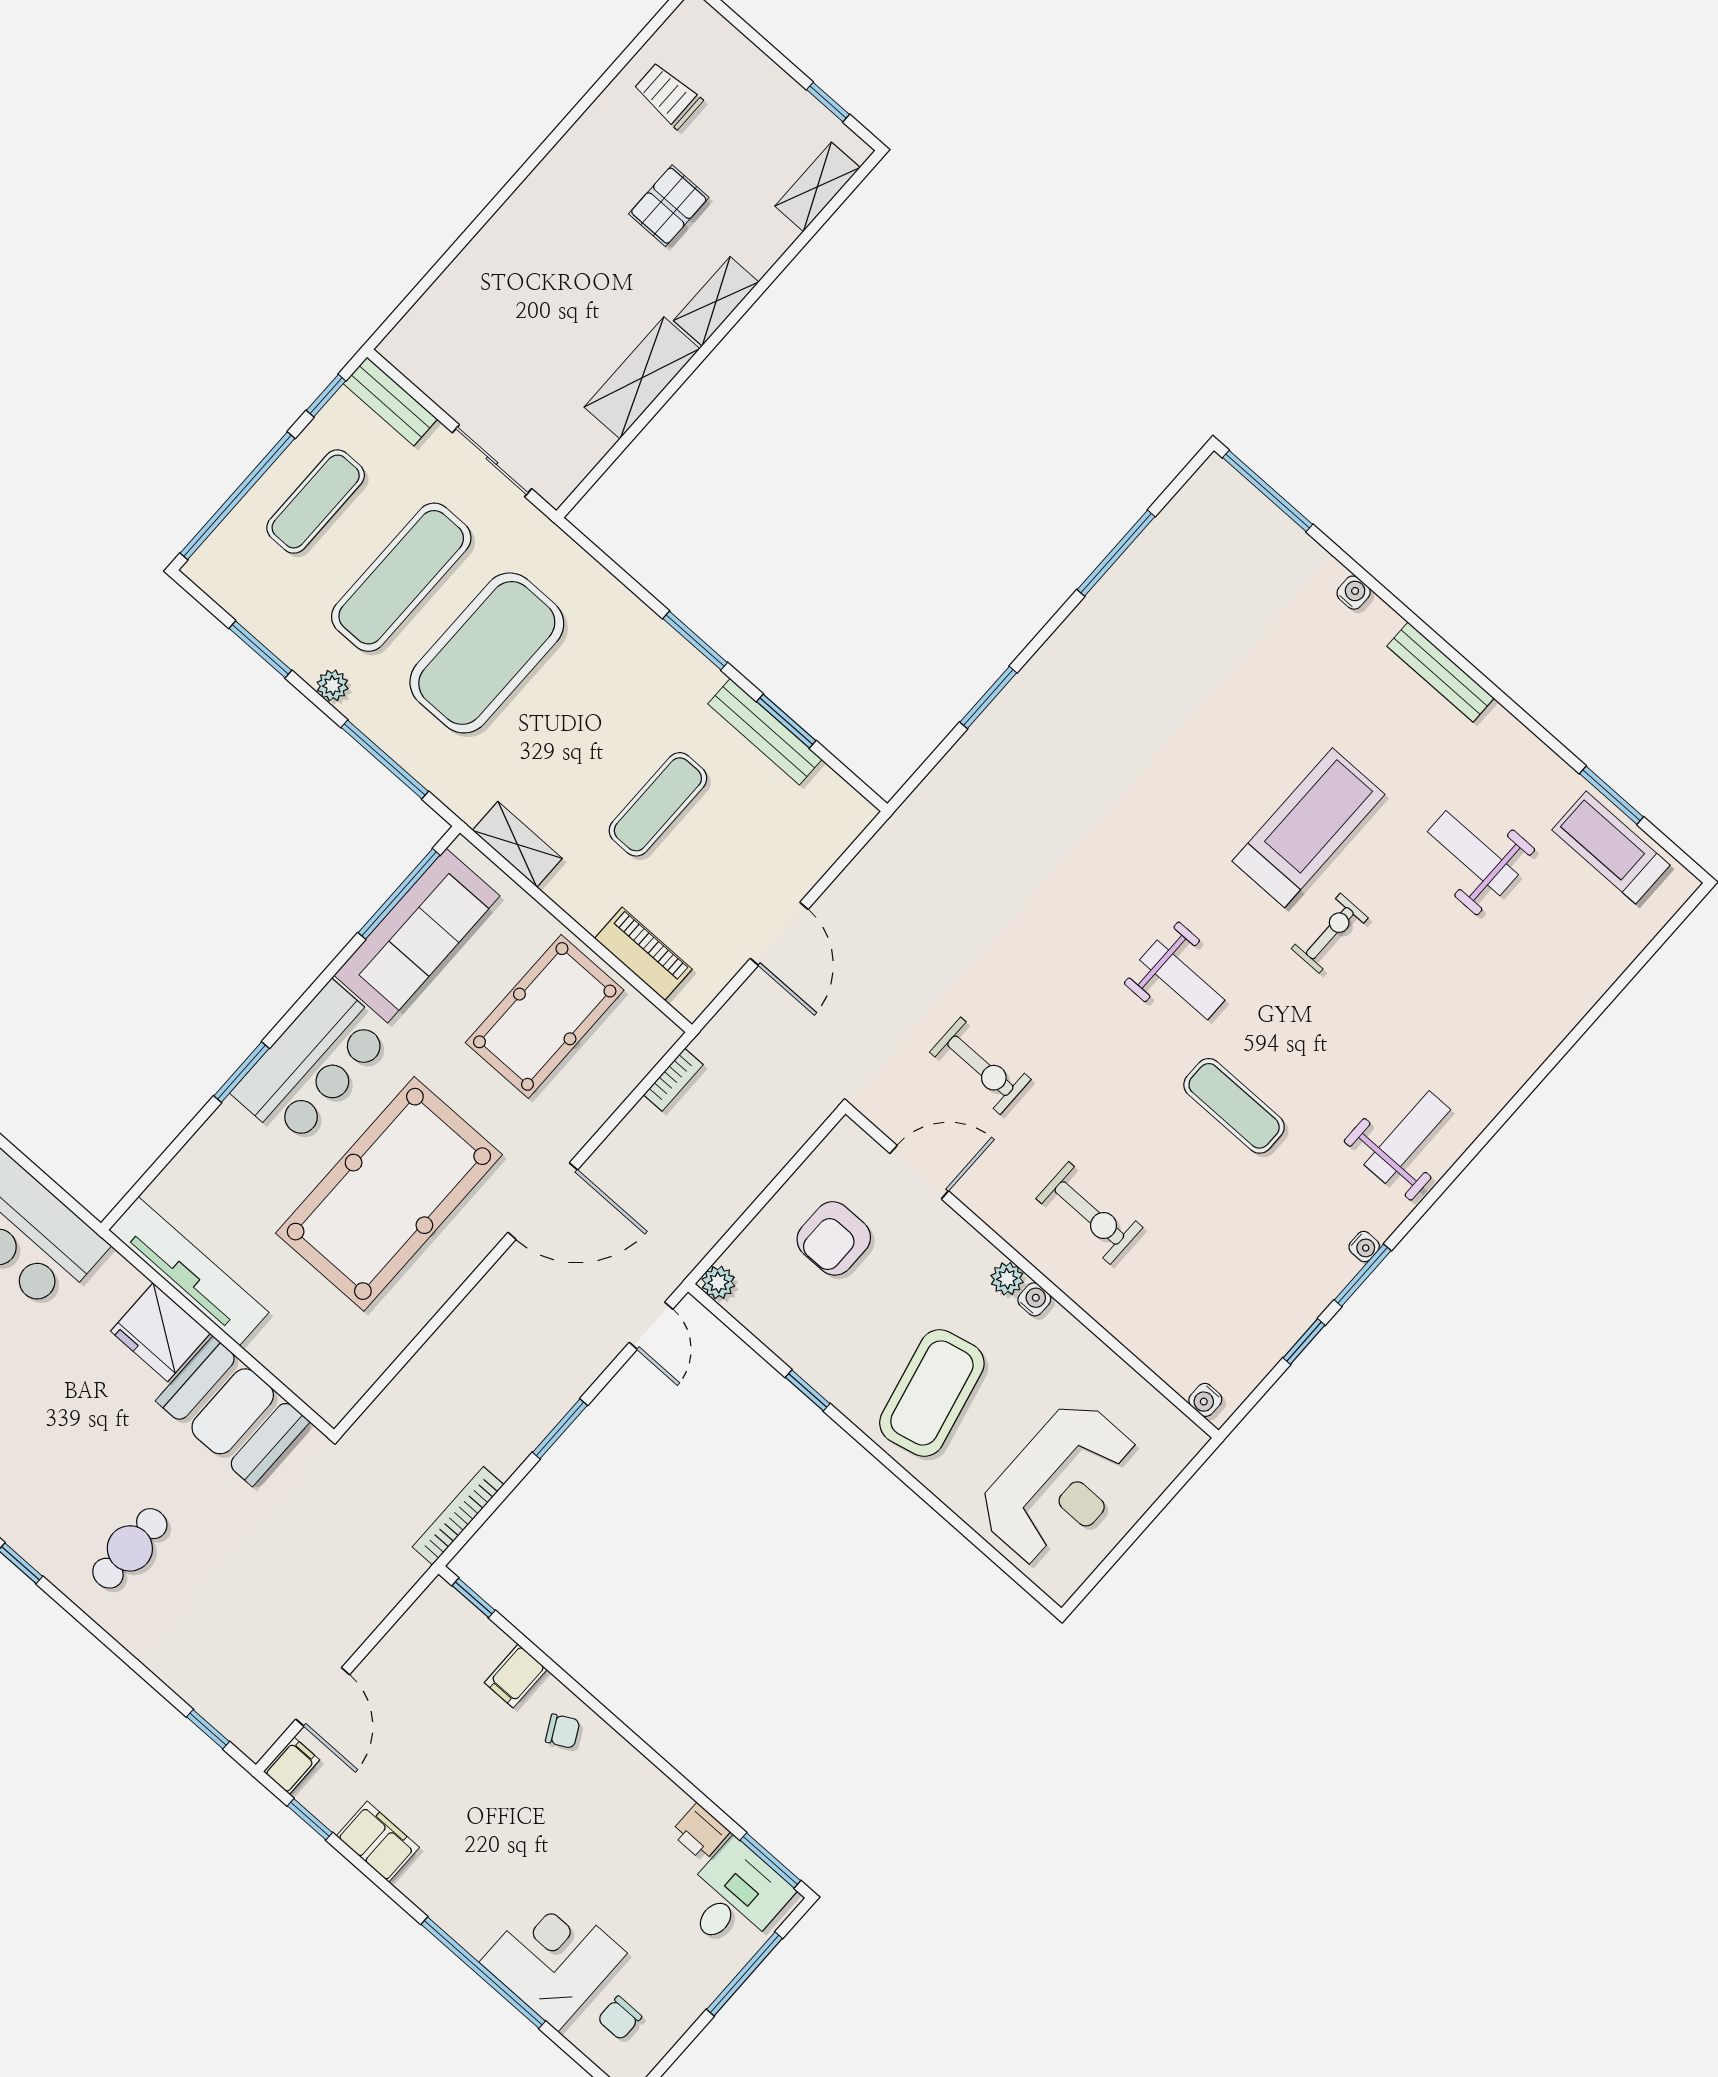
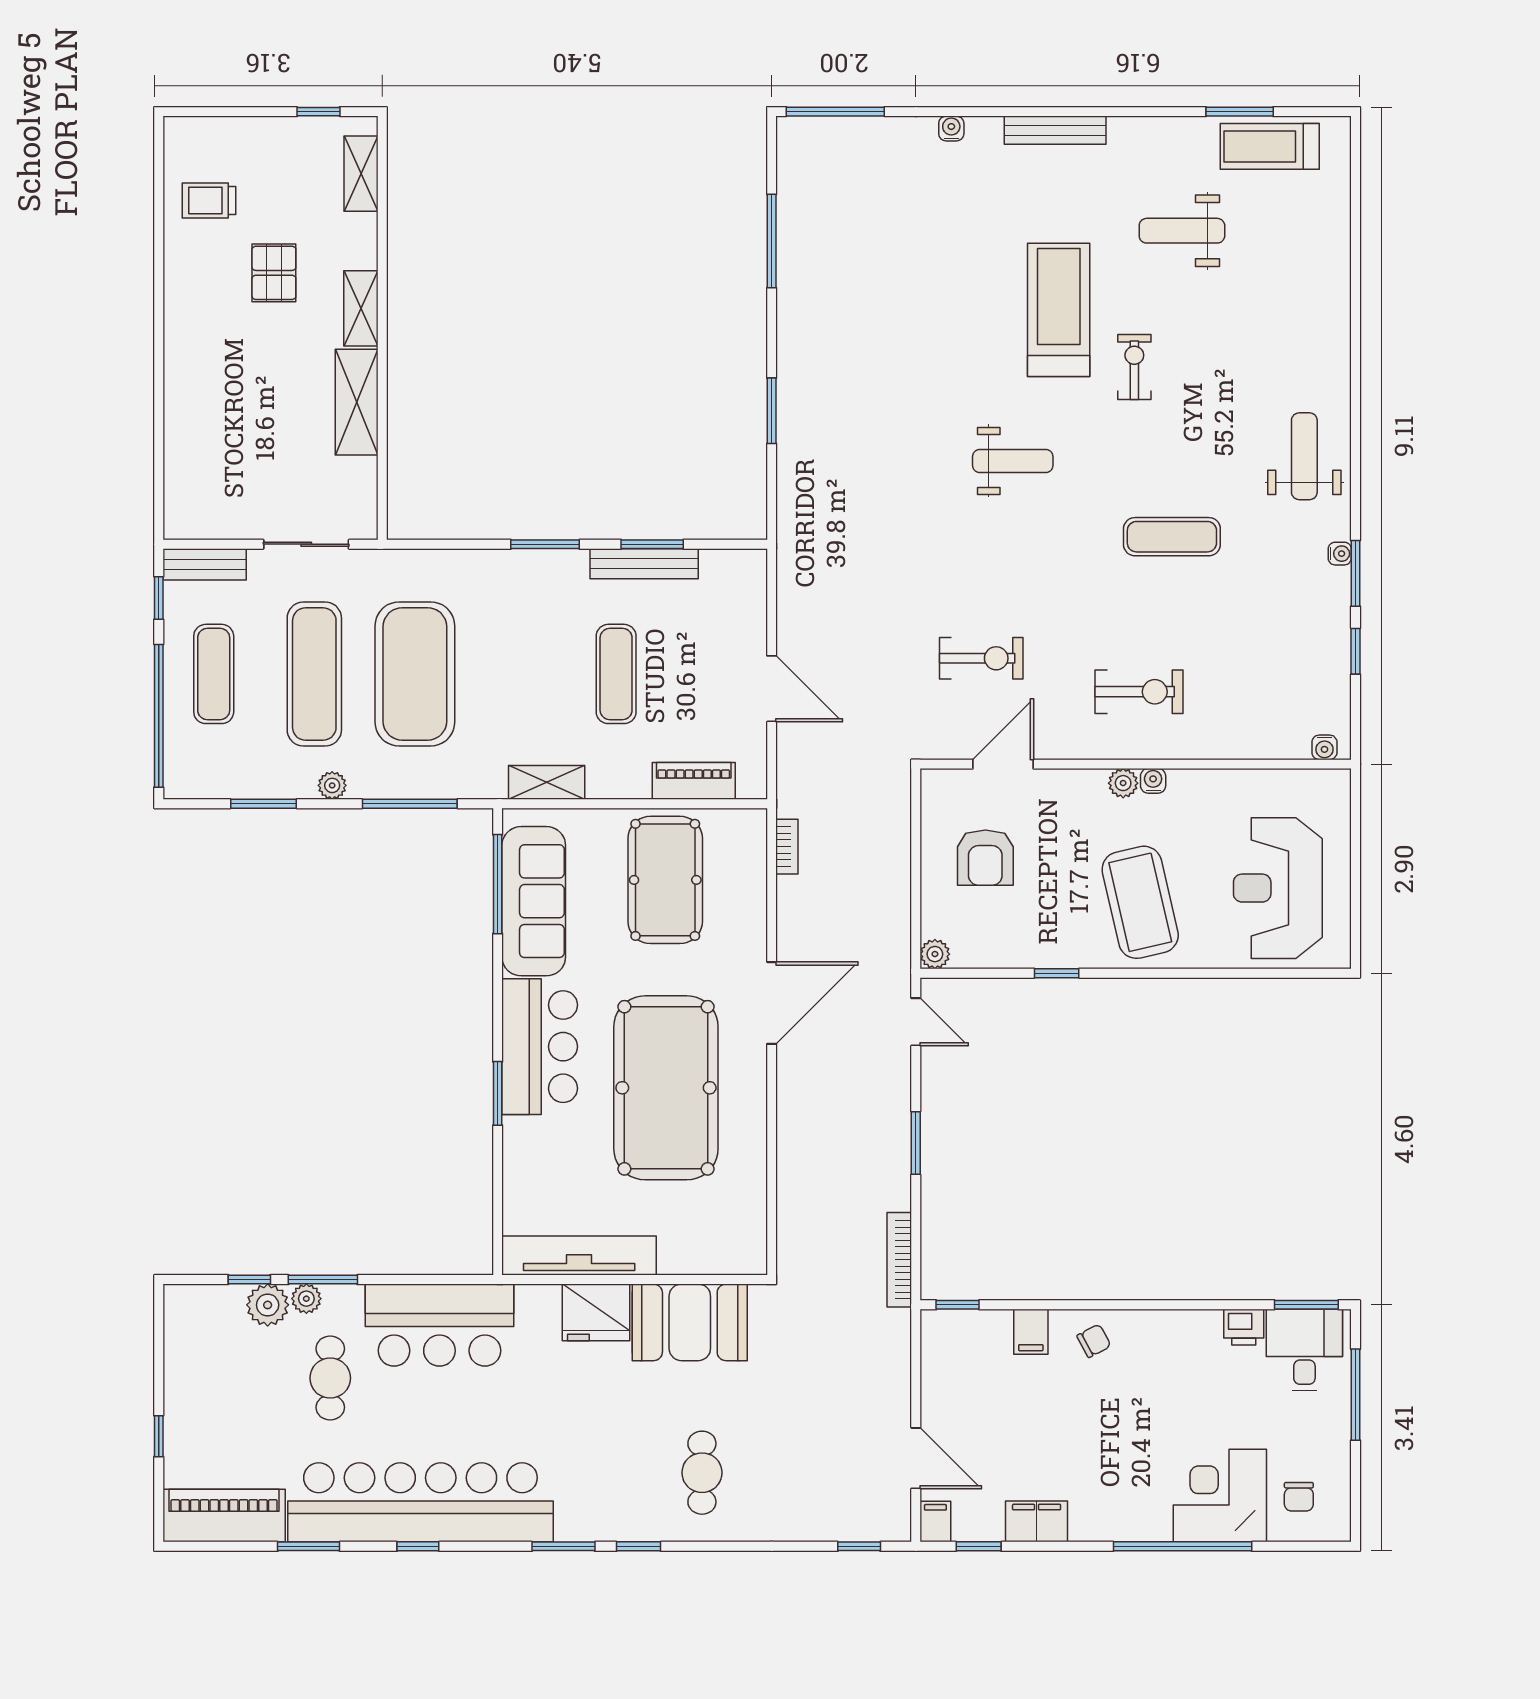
weight bench: (1182, 980) -> (1013, 461), moved
reception desk: (1060, 1485) -> (1278, 888), turned 180

